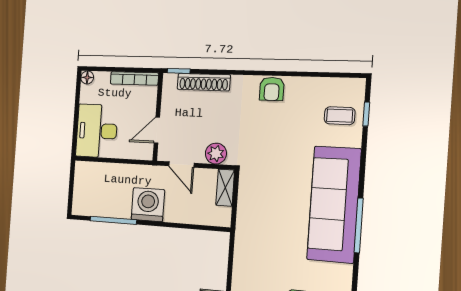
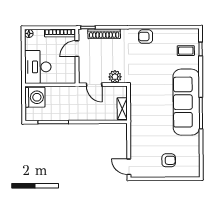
armchair: (272, 89) -> (146, 37), turned 90
door: (157, 130) -> (77, 49), moved
shelving: (225, 188) -> (122, 109), moved
washing machine: (148, 205) -> (35, 97), moved, turned 90

